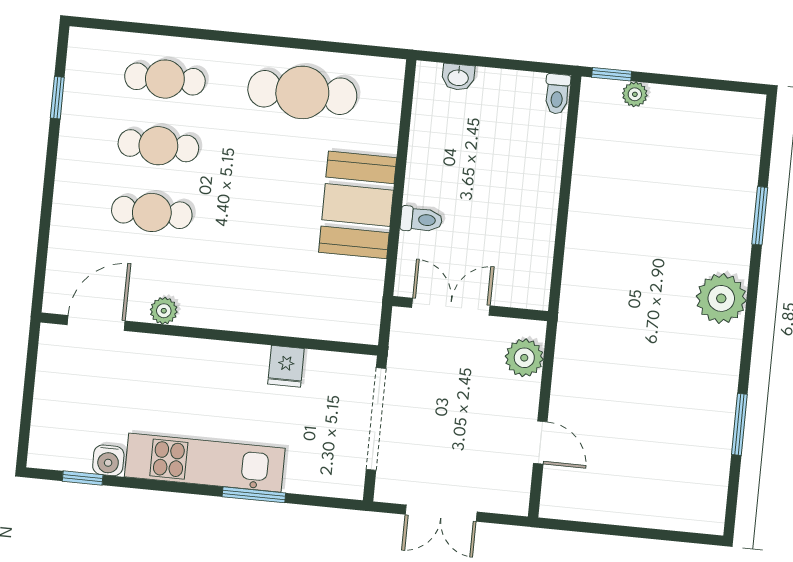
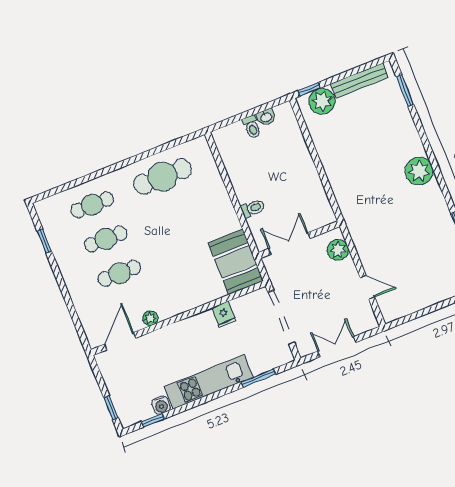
washbasin: (458, 77) -> (266, 117), moved
toilet: (557, 94) -> (252, 127), moved
plant: (635, 94) -> (322, 101), width x1.88, depth x1.88
bench: (700, 102) -> (359, 81), added
booth: (358, 205) -> (236, 262), moved
window: (760, 216) -> (405, 91), moved
window: (25, 422) -> (111, 408), added
window: (254, 495) -> (258, 378), moved
double door: (441, 513) -> (337, 347), swing flipped

